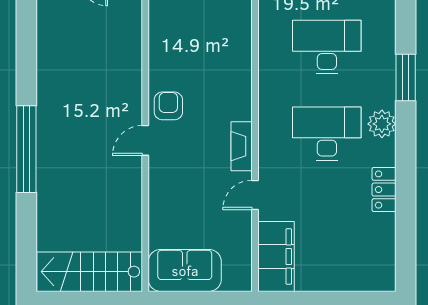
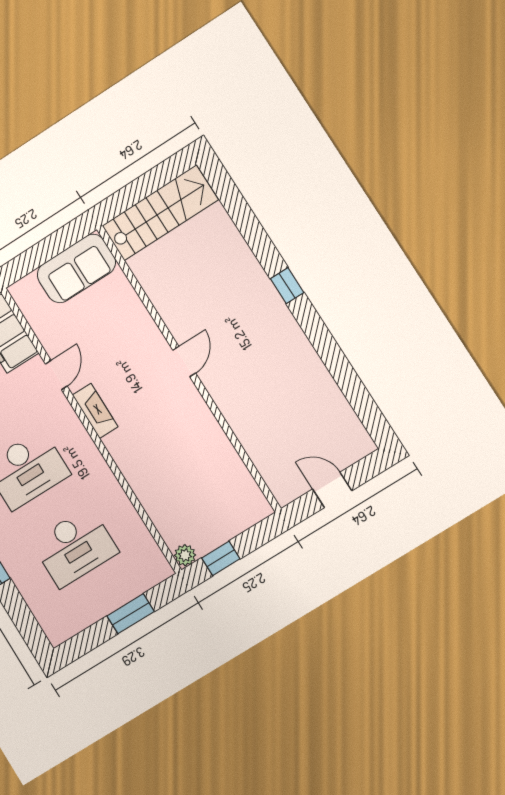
armchair: (168, 106) -> (183, 406), removed
window: (26, 149) -> (287, 286), width x0.32

